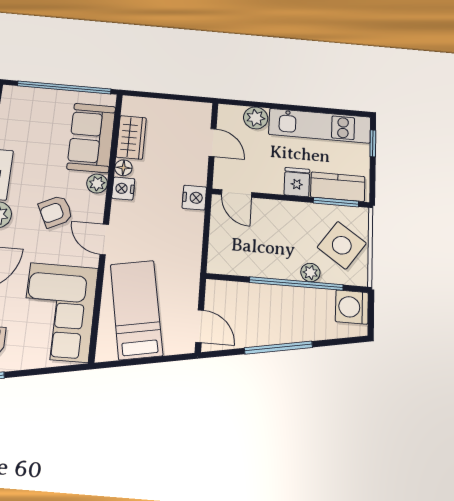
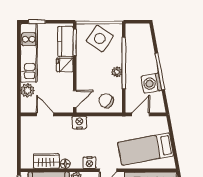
door: (213, 143) -> (45, 114), hinge flipped
nightstand: (123, 188) -> (89, 163), moved
chair: (230, 247) -> (106, 101), added
plant: (310, 272) -> (117, 72), moved
washing machine: (352, 307) -> (151, 83), moved, turned 80
door: (200, 326) -> (141, 114), moved

